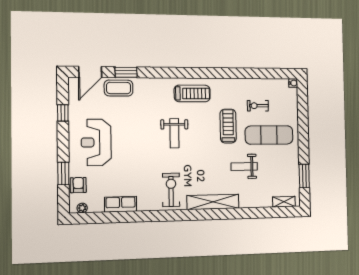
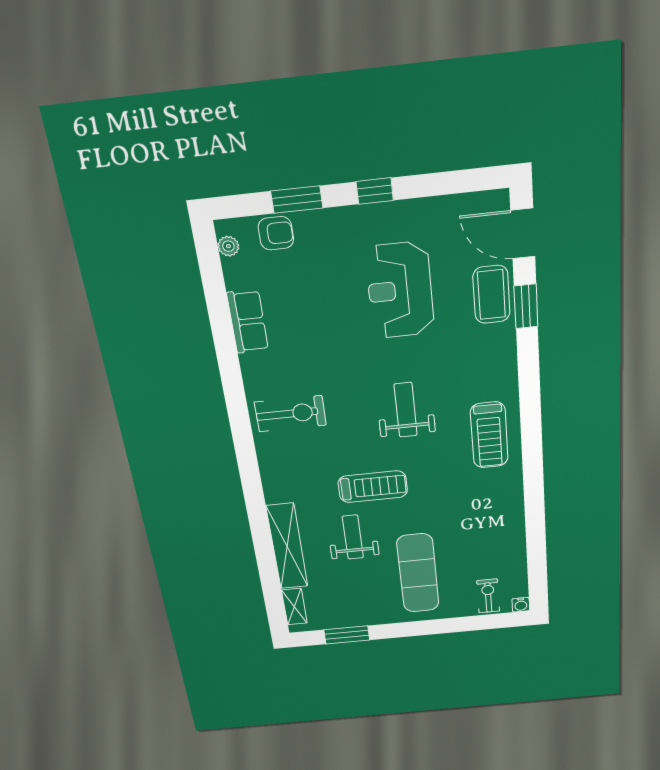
exercise bike: (258, 106) -> (488, 596), moved
window: (63, 113) -> (375, 191), moved
treadmill: (228, 126) -> (373, 487), moved
weight bench: (174, 133) -> (406, 410), turned 90
reception desk: (96, 142) -> (400, 290), moved, turned -90
shelving: (213, 202) -> (287, 546), moved

